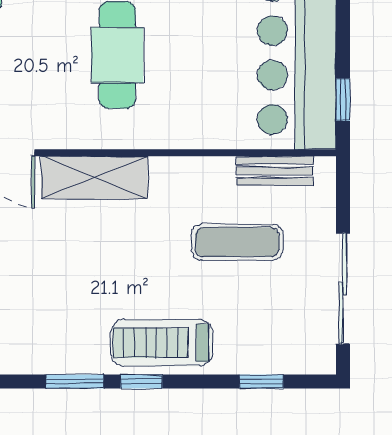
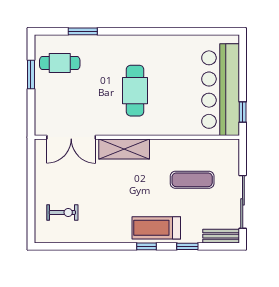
bench: (275, 171) -> (221, 236), moved
window: (75, 382) -> (115, 246), removed
window: (261, 382) -> (187, 246), moved

